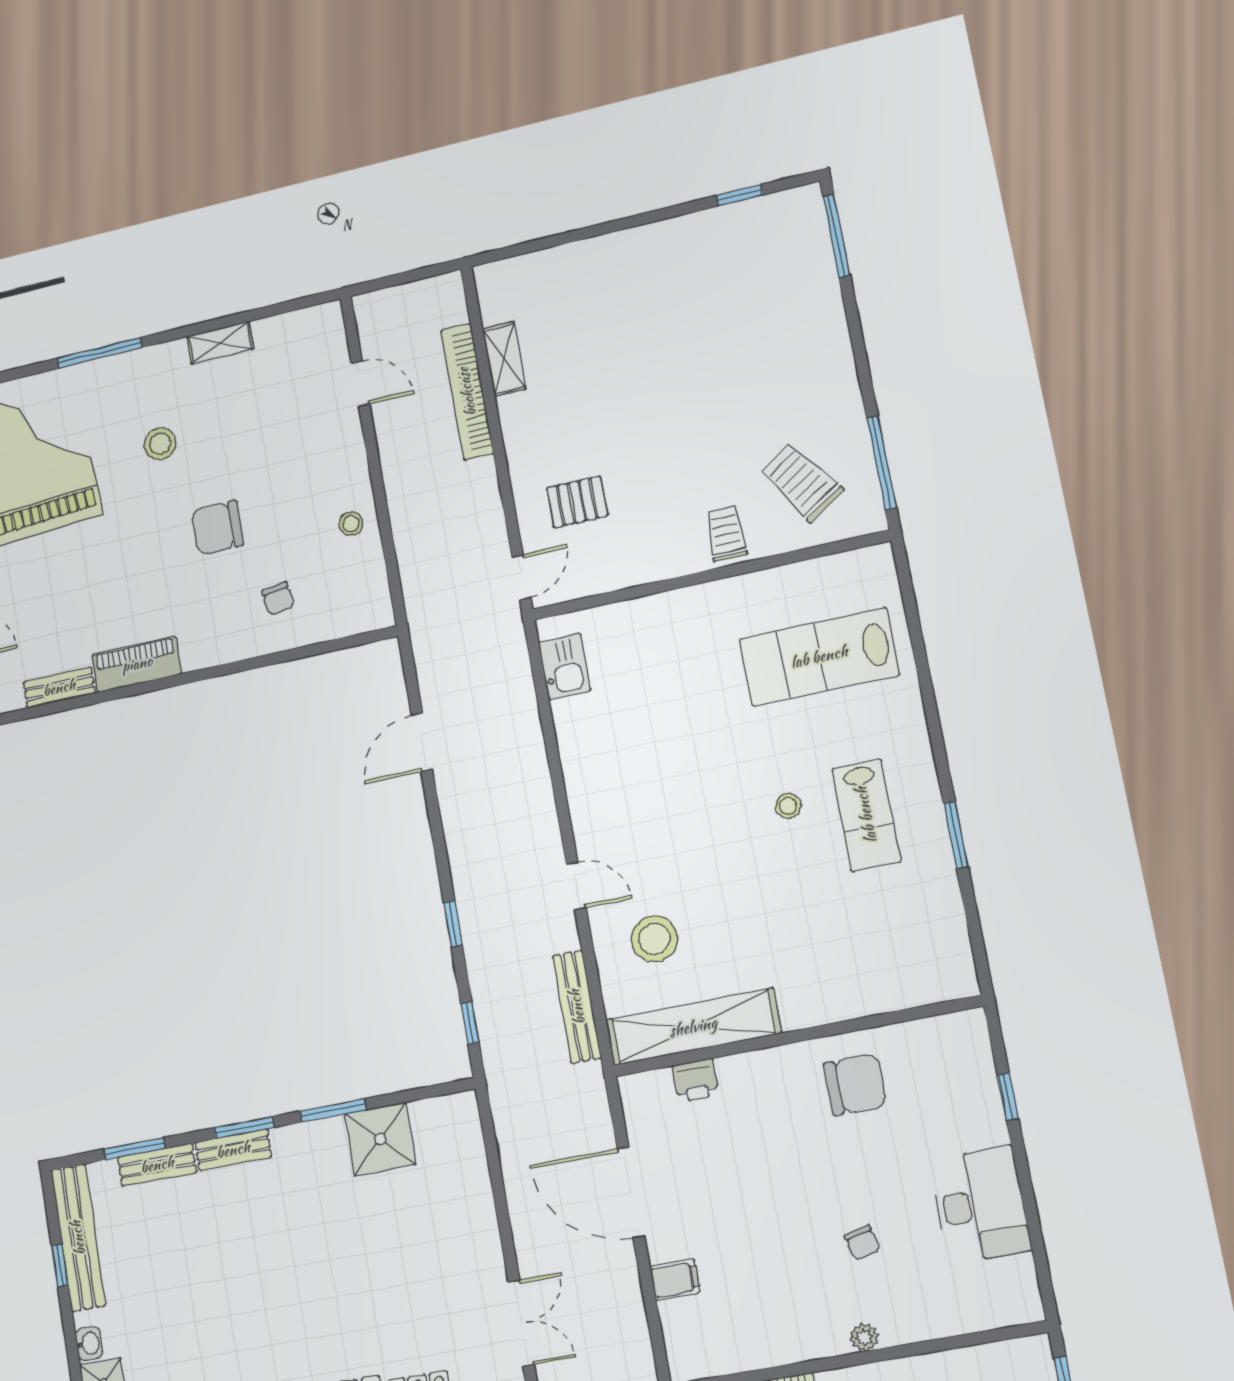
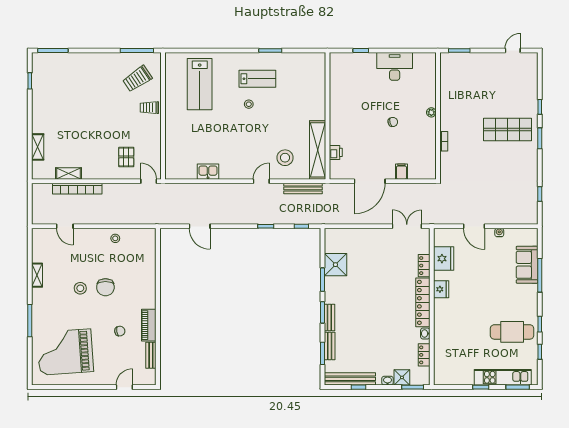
shelving: (562, 260) -> (38, 147), added
door: (360, 384) -> (65, 226), swing flipped
stool: (160, 444) -> (80, 288), moved
chair: (278, 599) -> (120, 331), moved
kitchen sink: (565, 666) -> (208, 172), moved
chair: (855, 1084) -> (347, 100), removed
chair: (862, 1243) -> (393, 122), moved

